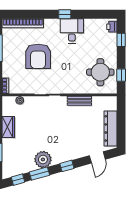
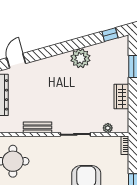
window: (67, 166) -> (52, 51), removed
window: (39, 174) -> (85, 42), removed

